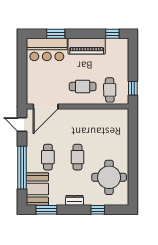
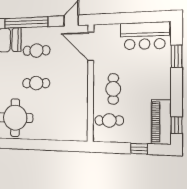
piano: (87, 46) -> (161, 122), moved
bar counter: (47, 49) -> (145, 36), moved, turned -90
window: (133, 88) -> (139, 149), moved

